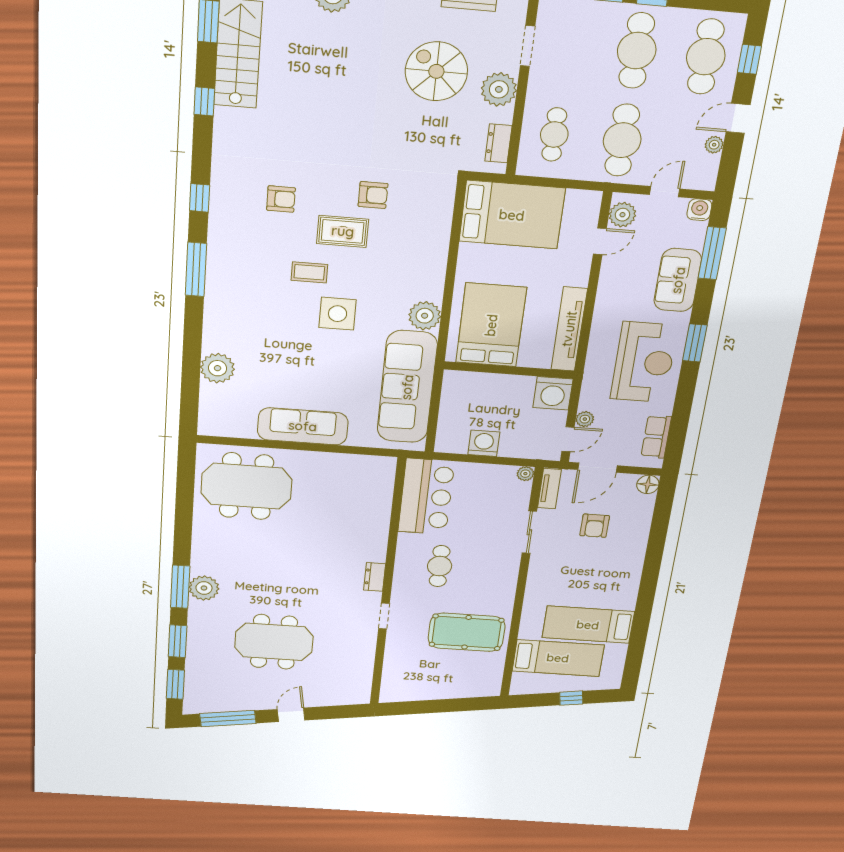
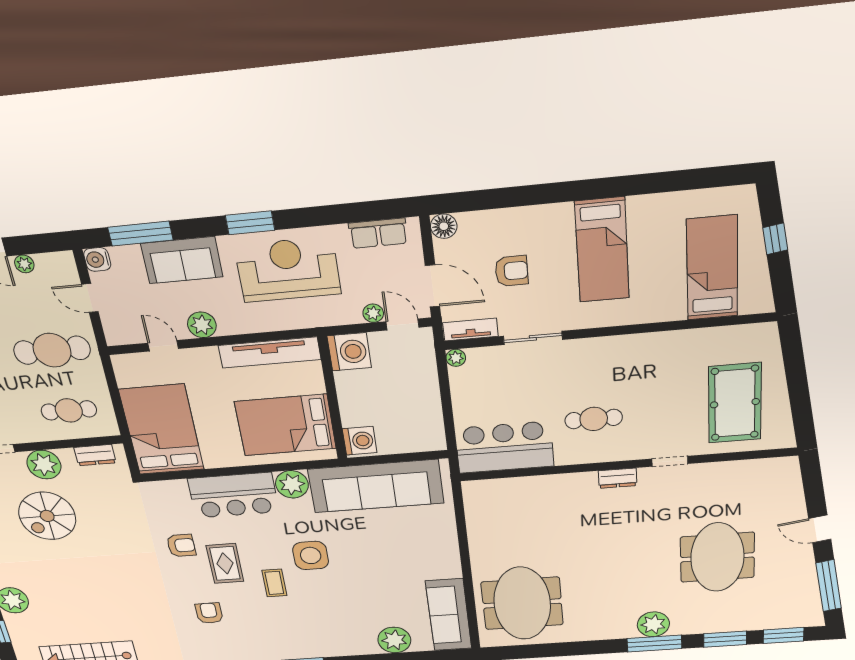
armchair: (373, 195) -> (181, 545), turned 90
plant: (622, 215) -> (202, 325), moved
bar counter: (423, 260) -> (233, 495), added
sofa: (303, 426) -> (449, 615), moved
washing machine: (484, 443) -> (360, 441), moved, turned 180
bed: (588, 625) -> (602, 250), moved
pool table: (467, 632) -> (735, 403), moved

